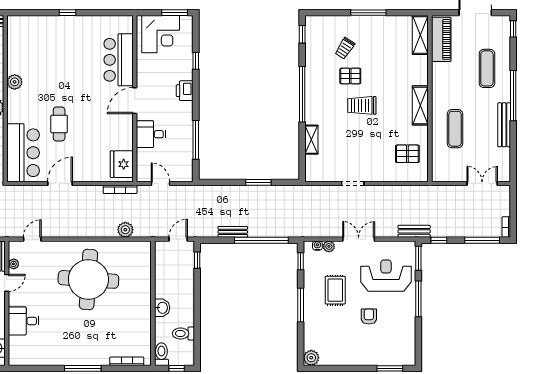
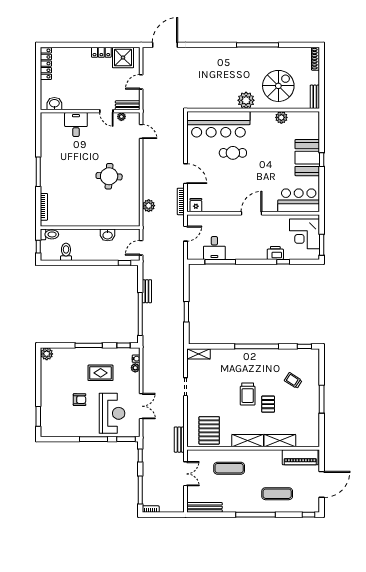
booth: (65, 31) -> (307, 158), added
shelving: (420, 35) -> (280, 441), moved
bar counter: (119, 60) -> (299, 200), moved
pallet: (350, 76) -> (268, 404), moved
plant: (15, 82) -> (281, 117), moved
printer: (185, 91) -> (275, 253), moved
door: (135, 101) -> (251, 213), hinge flipped
trolley: (362, 105) -> (248, 394), turned 180
bench: (504, 125) -> (204, 507), moved
desk: (151, 134) -> (214, 248), moved, turned 180
shelving: (311, 140) -> (198, 354), moved
bar counter: (23, 153) -> (218, 124), width x1.36
pallet: (407, 154) -> (209, 430), width x1.50, depth x1.42
fridge: (122, 164) -> (196, 205), width x0.53, depth x0.75
door: (60, 183) -> (185, 174), moved
double door: (482, 183) -> (185, 474), moved
bench: (414, 231) -> (179, 440), moved
door: (178, 239) -> (141, 248), swing flipped
double door: (359, 239) -> (141, 406), moved
round table: (88, 279) -> (109, 176), width x0.54, depth x0.54
washbasin: (162, 308) -> (108, 235), moved

